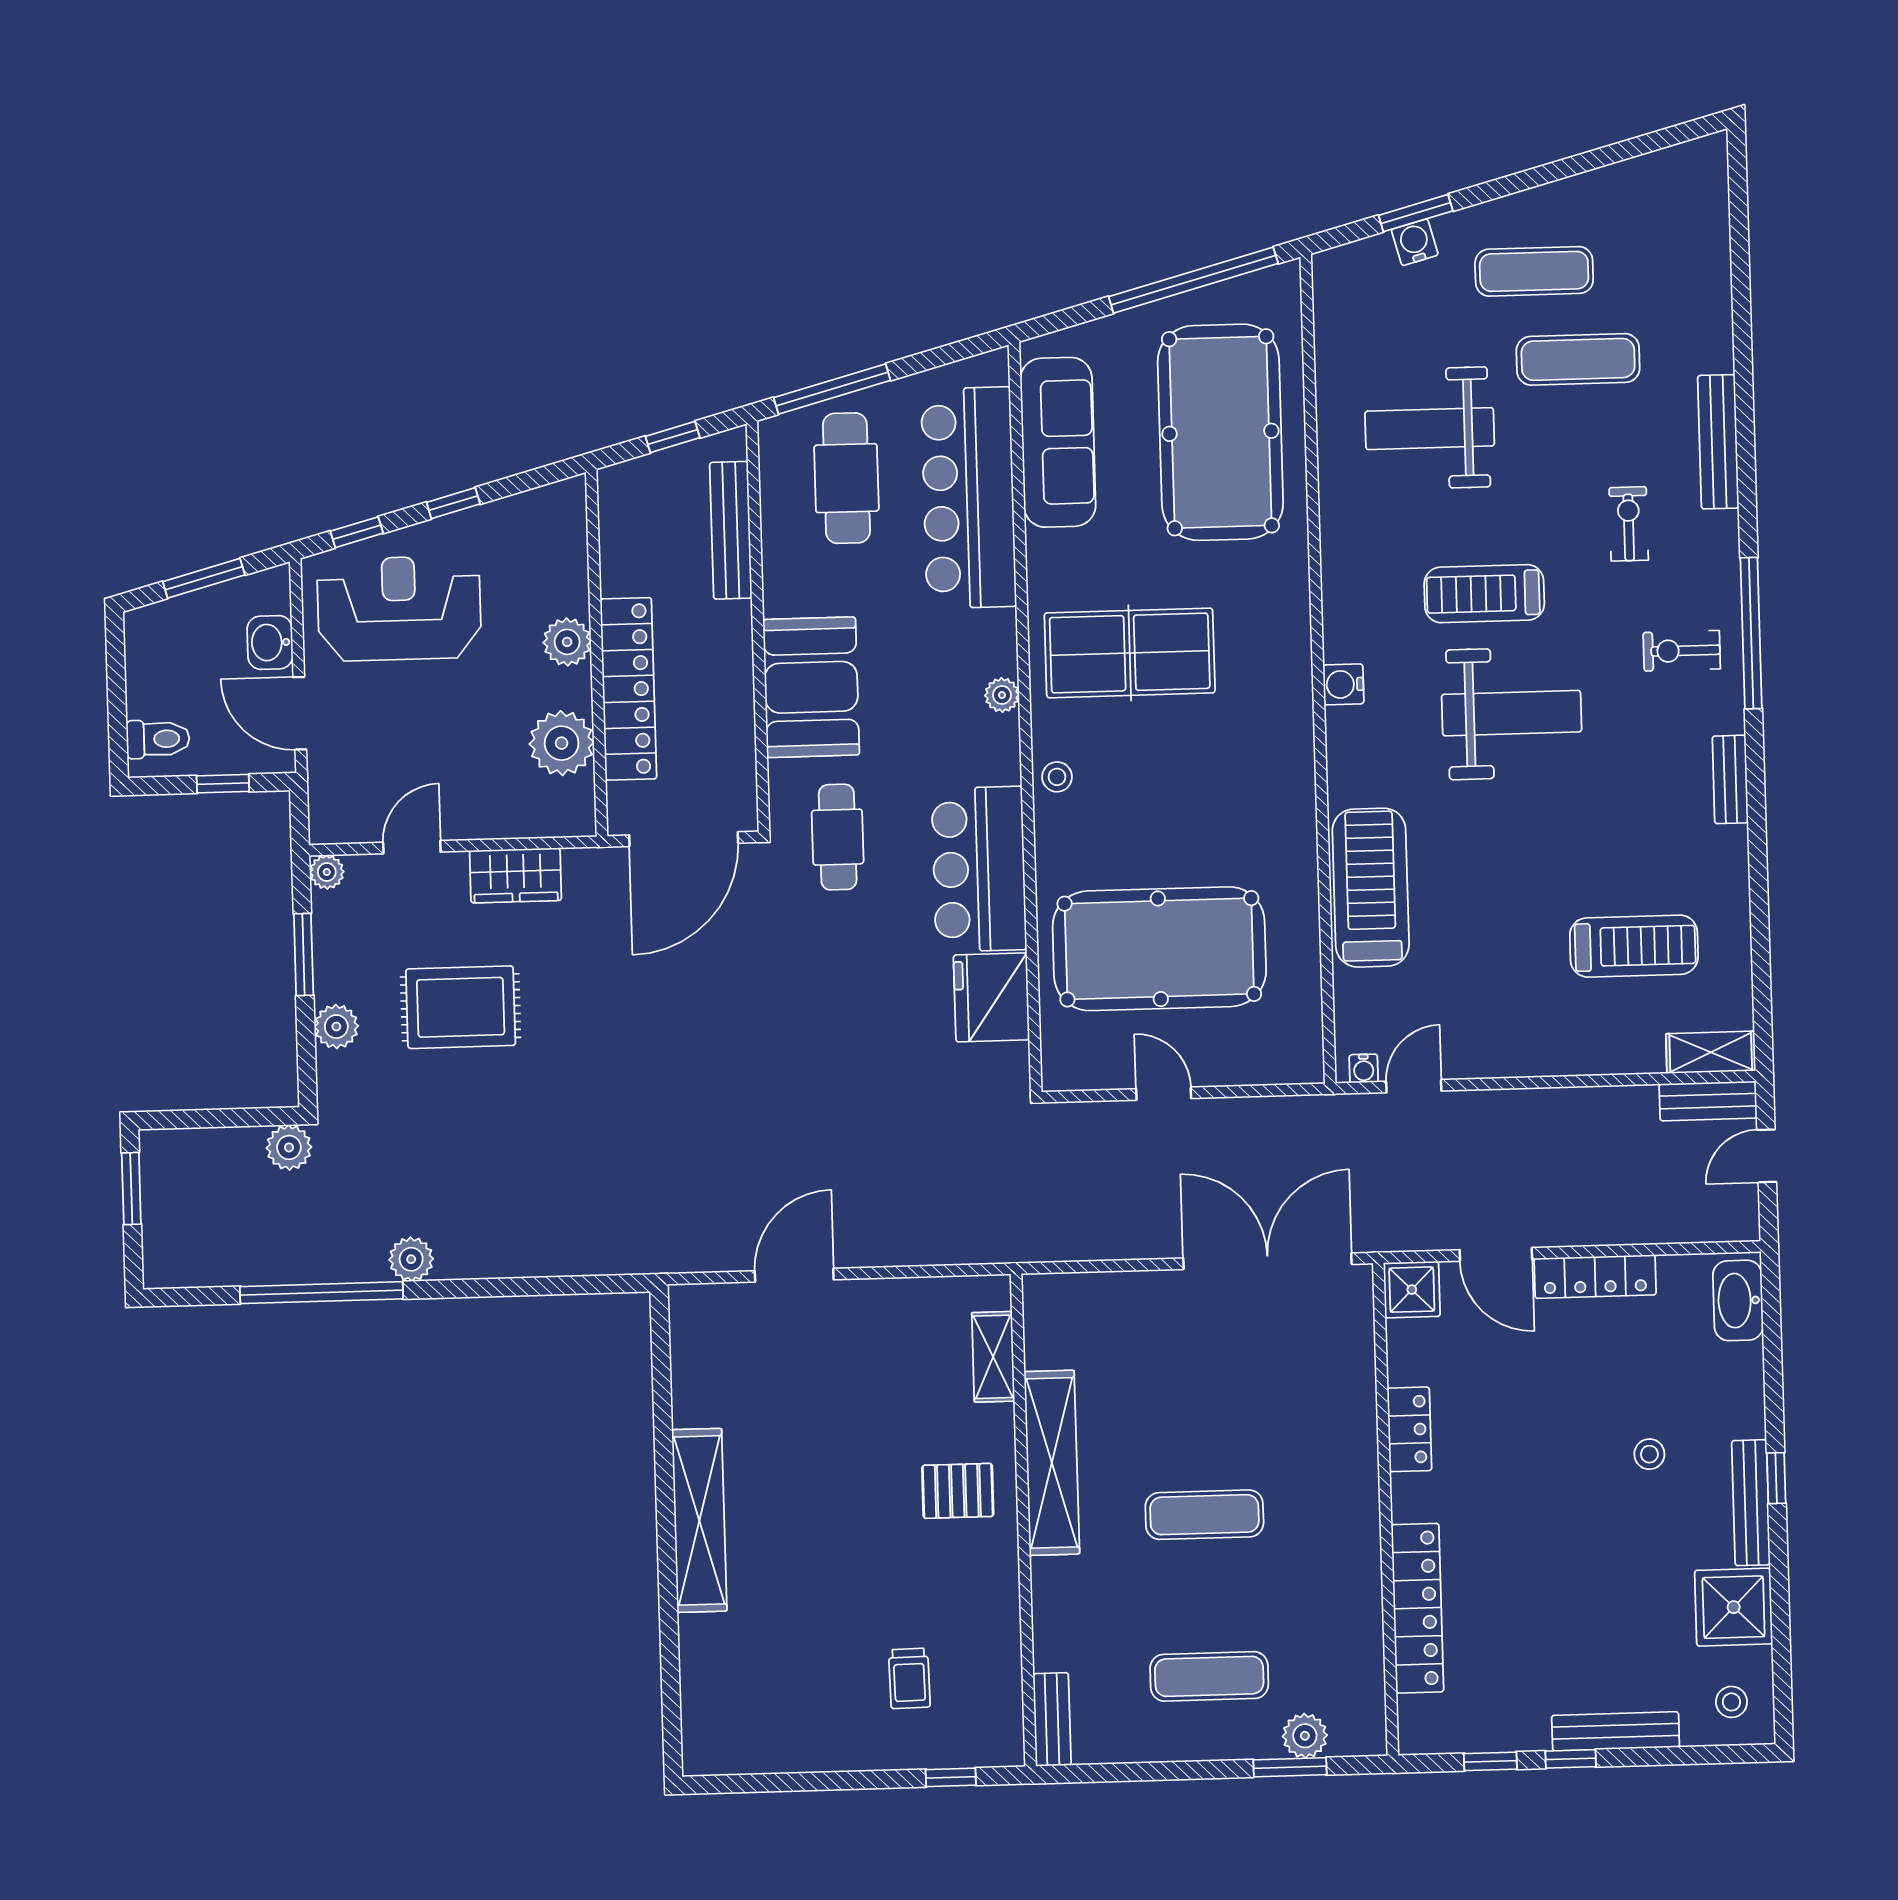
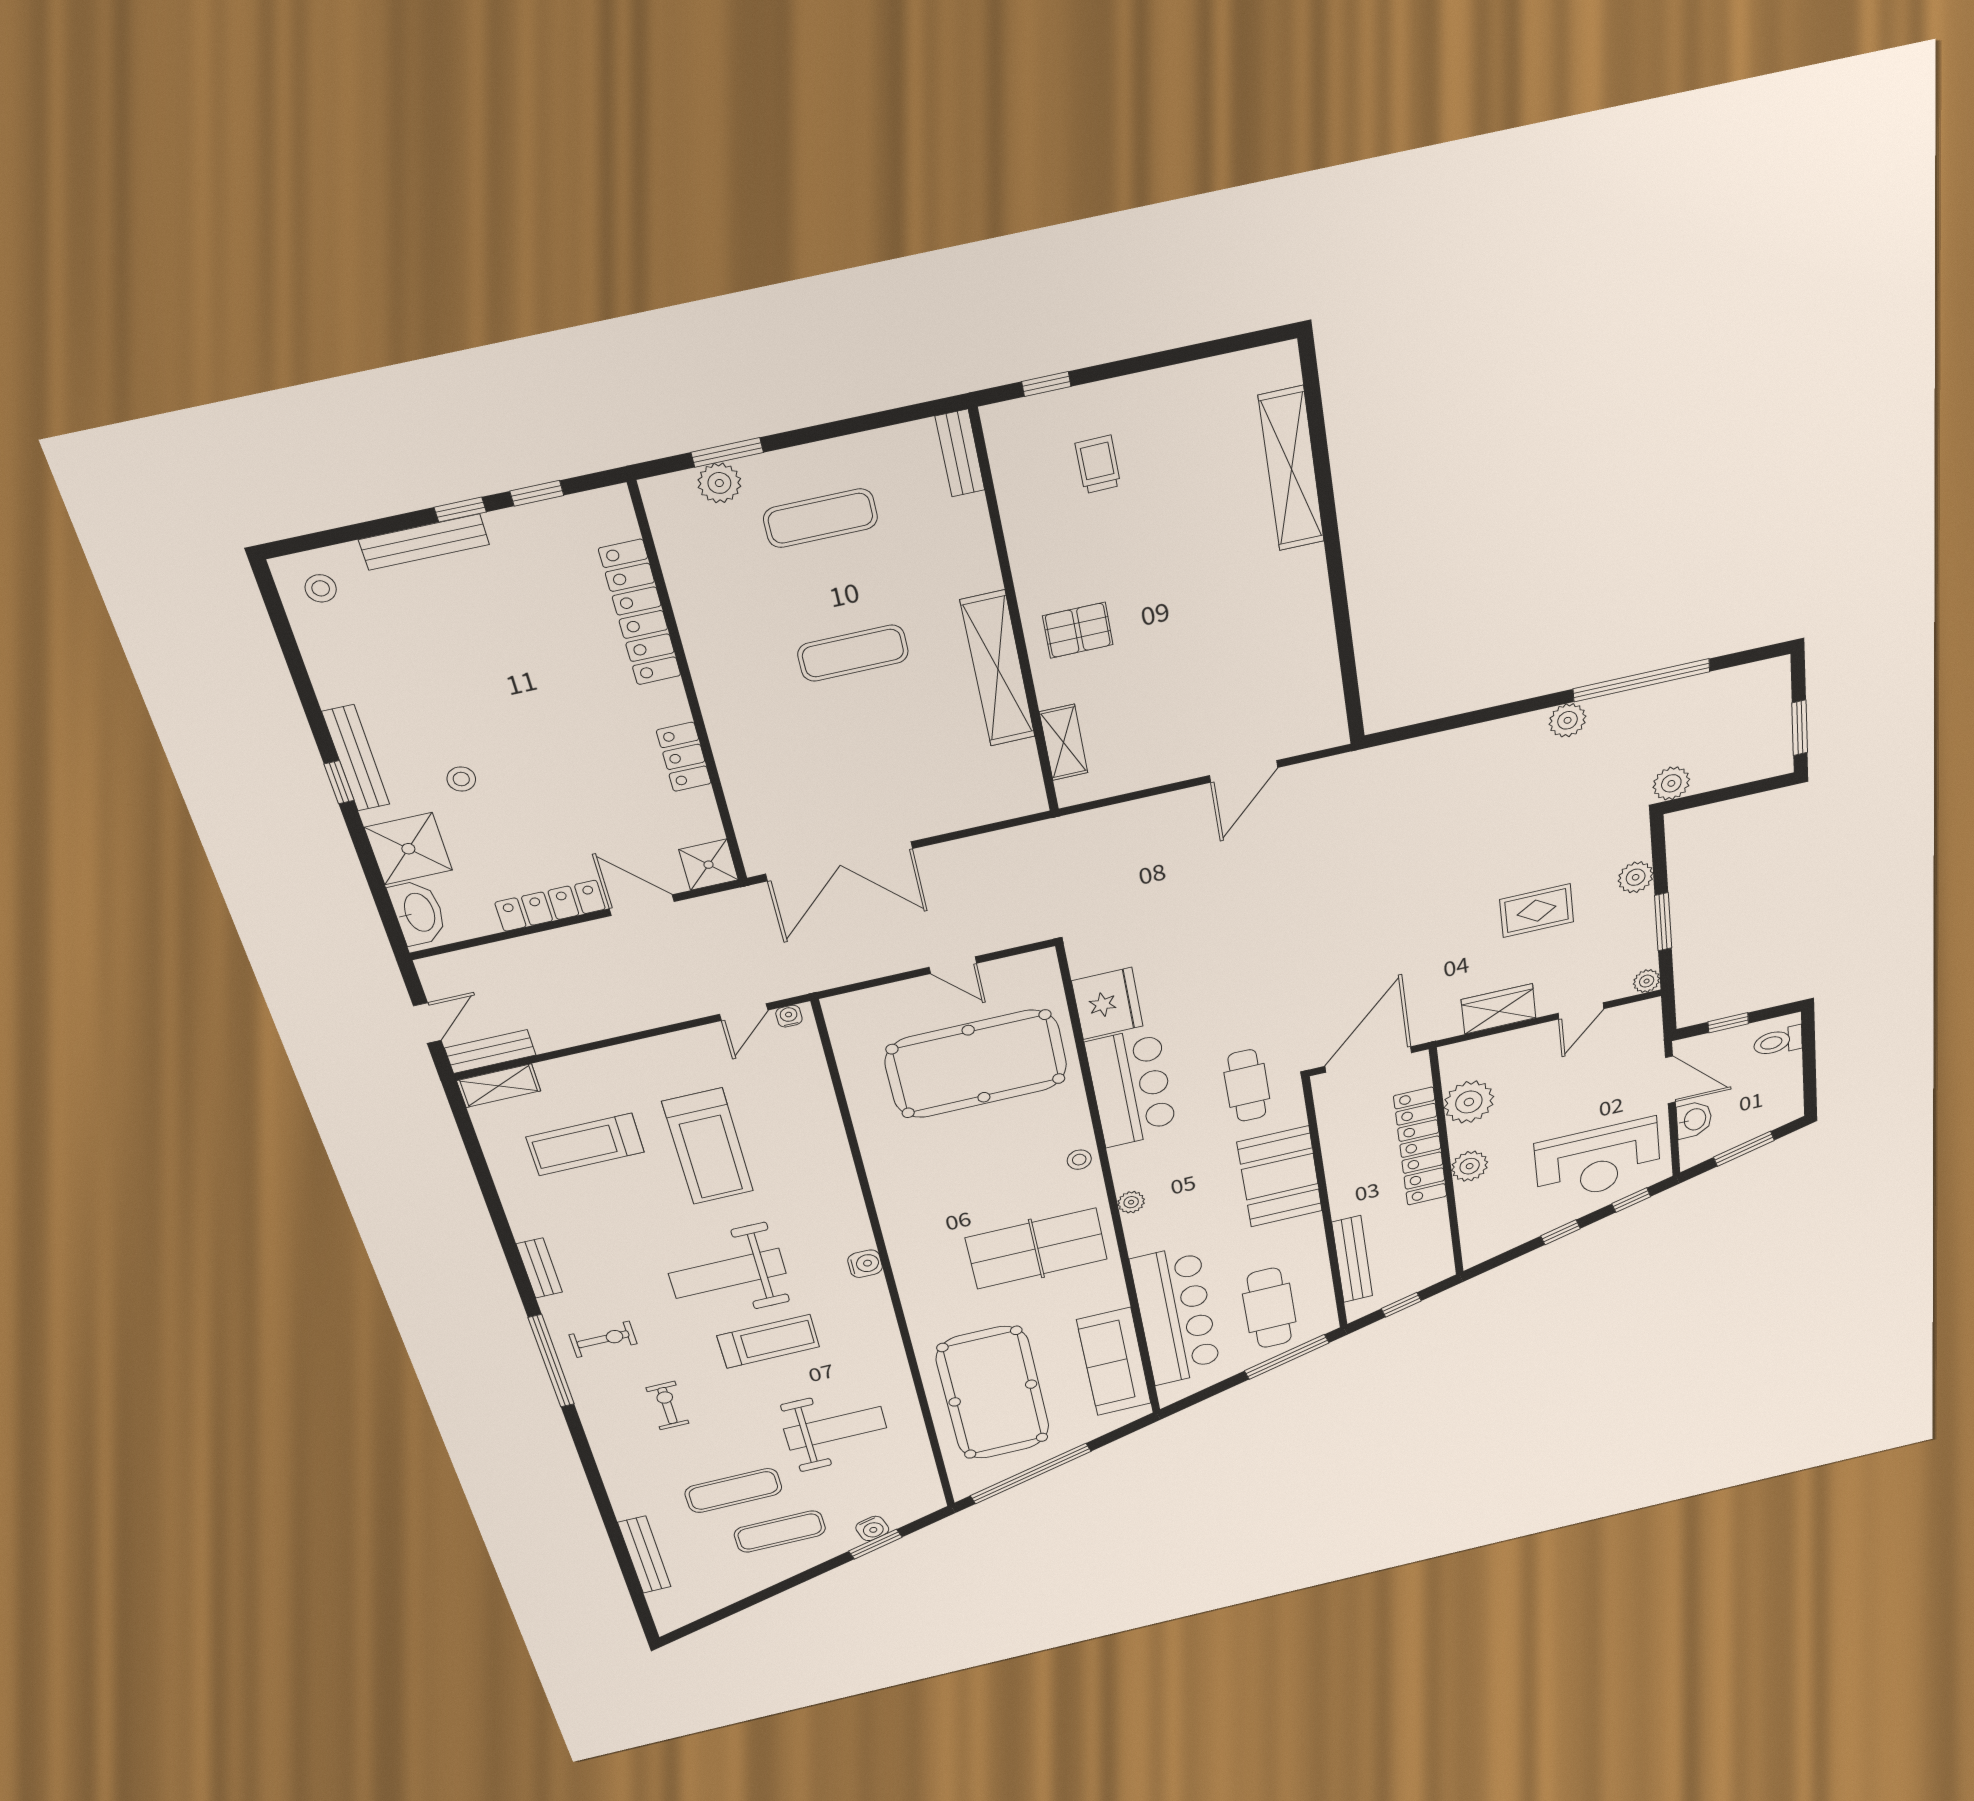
bench: (1718, 442) -> (644, 1555), moved
exercise bike: (1629, 524) -> (667, 1406), turned 180
treadmill: (1371, 888) -> (708, 1147), moved
rug: (461, 1007) -> (1537, 911), width x0.73, depth x0.70
shelving: (699, 1520) -> (1291, 469), moved
shower: (1734, 1607) -> (408, 849), moved

